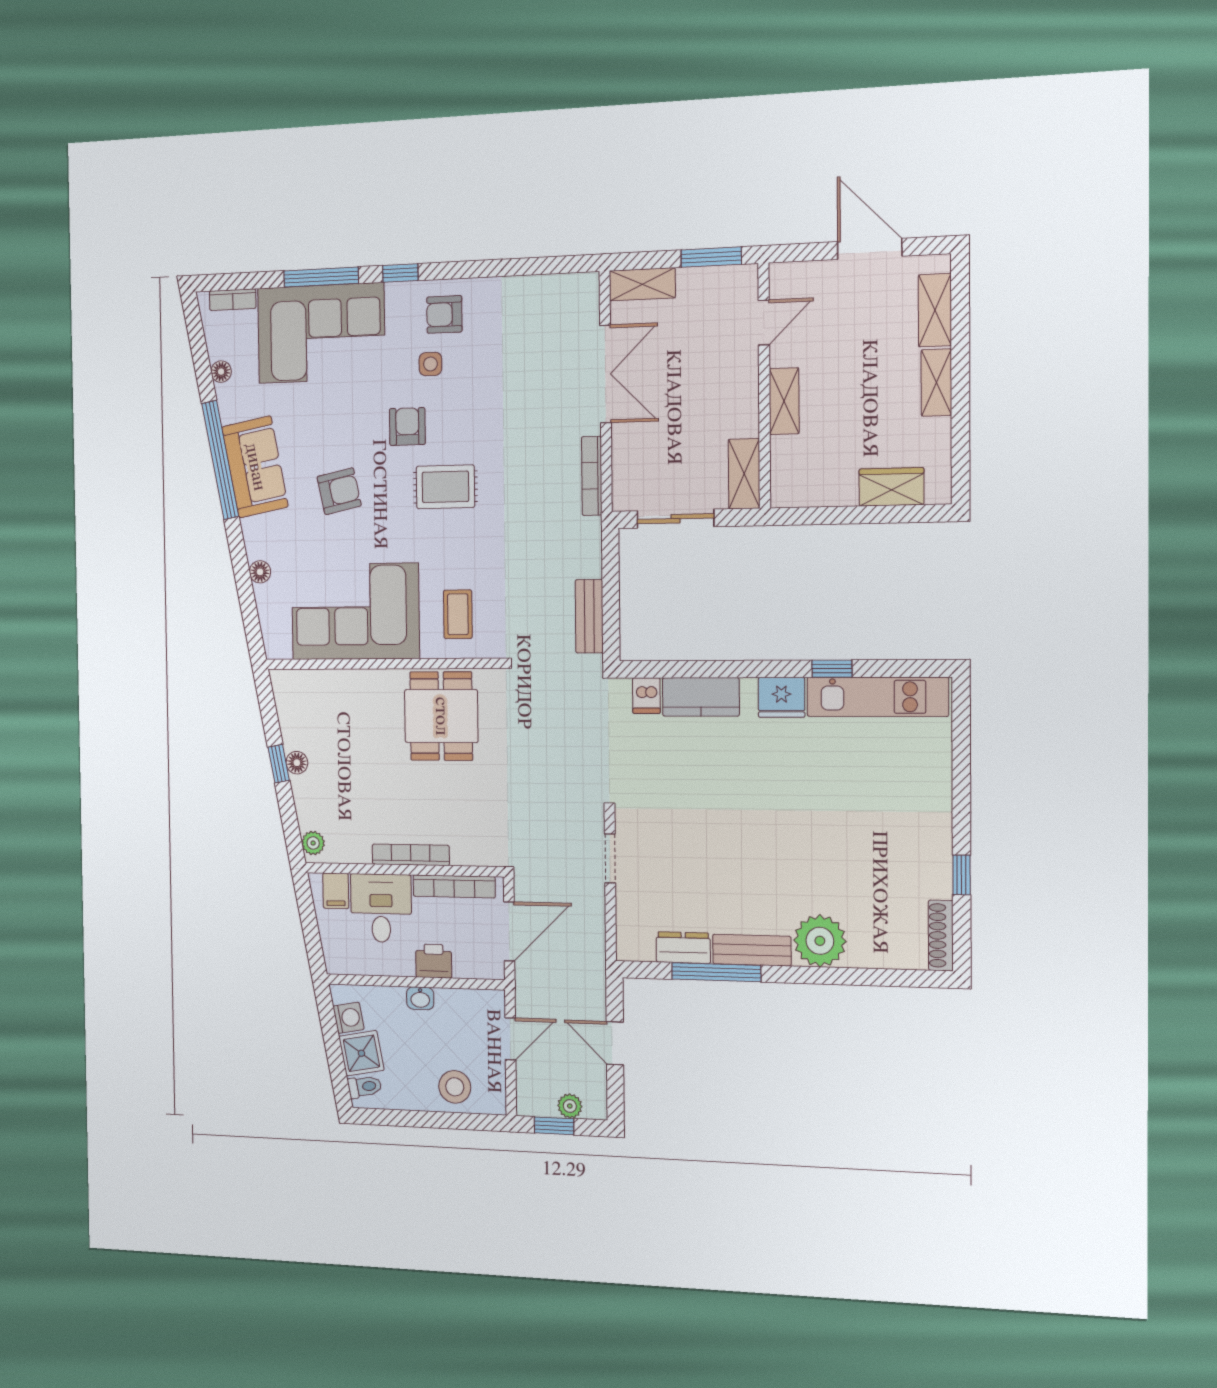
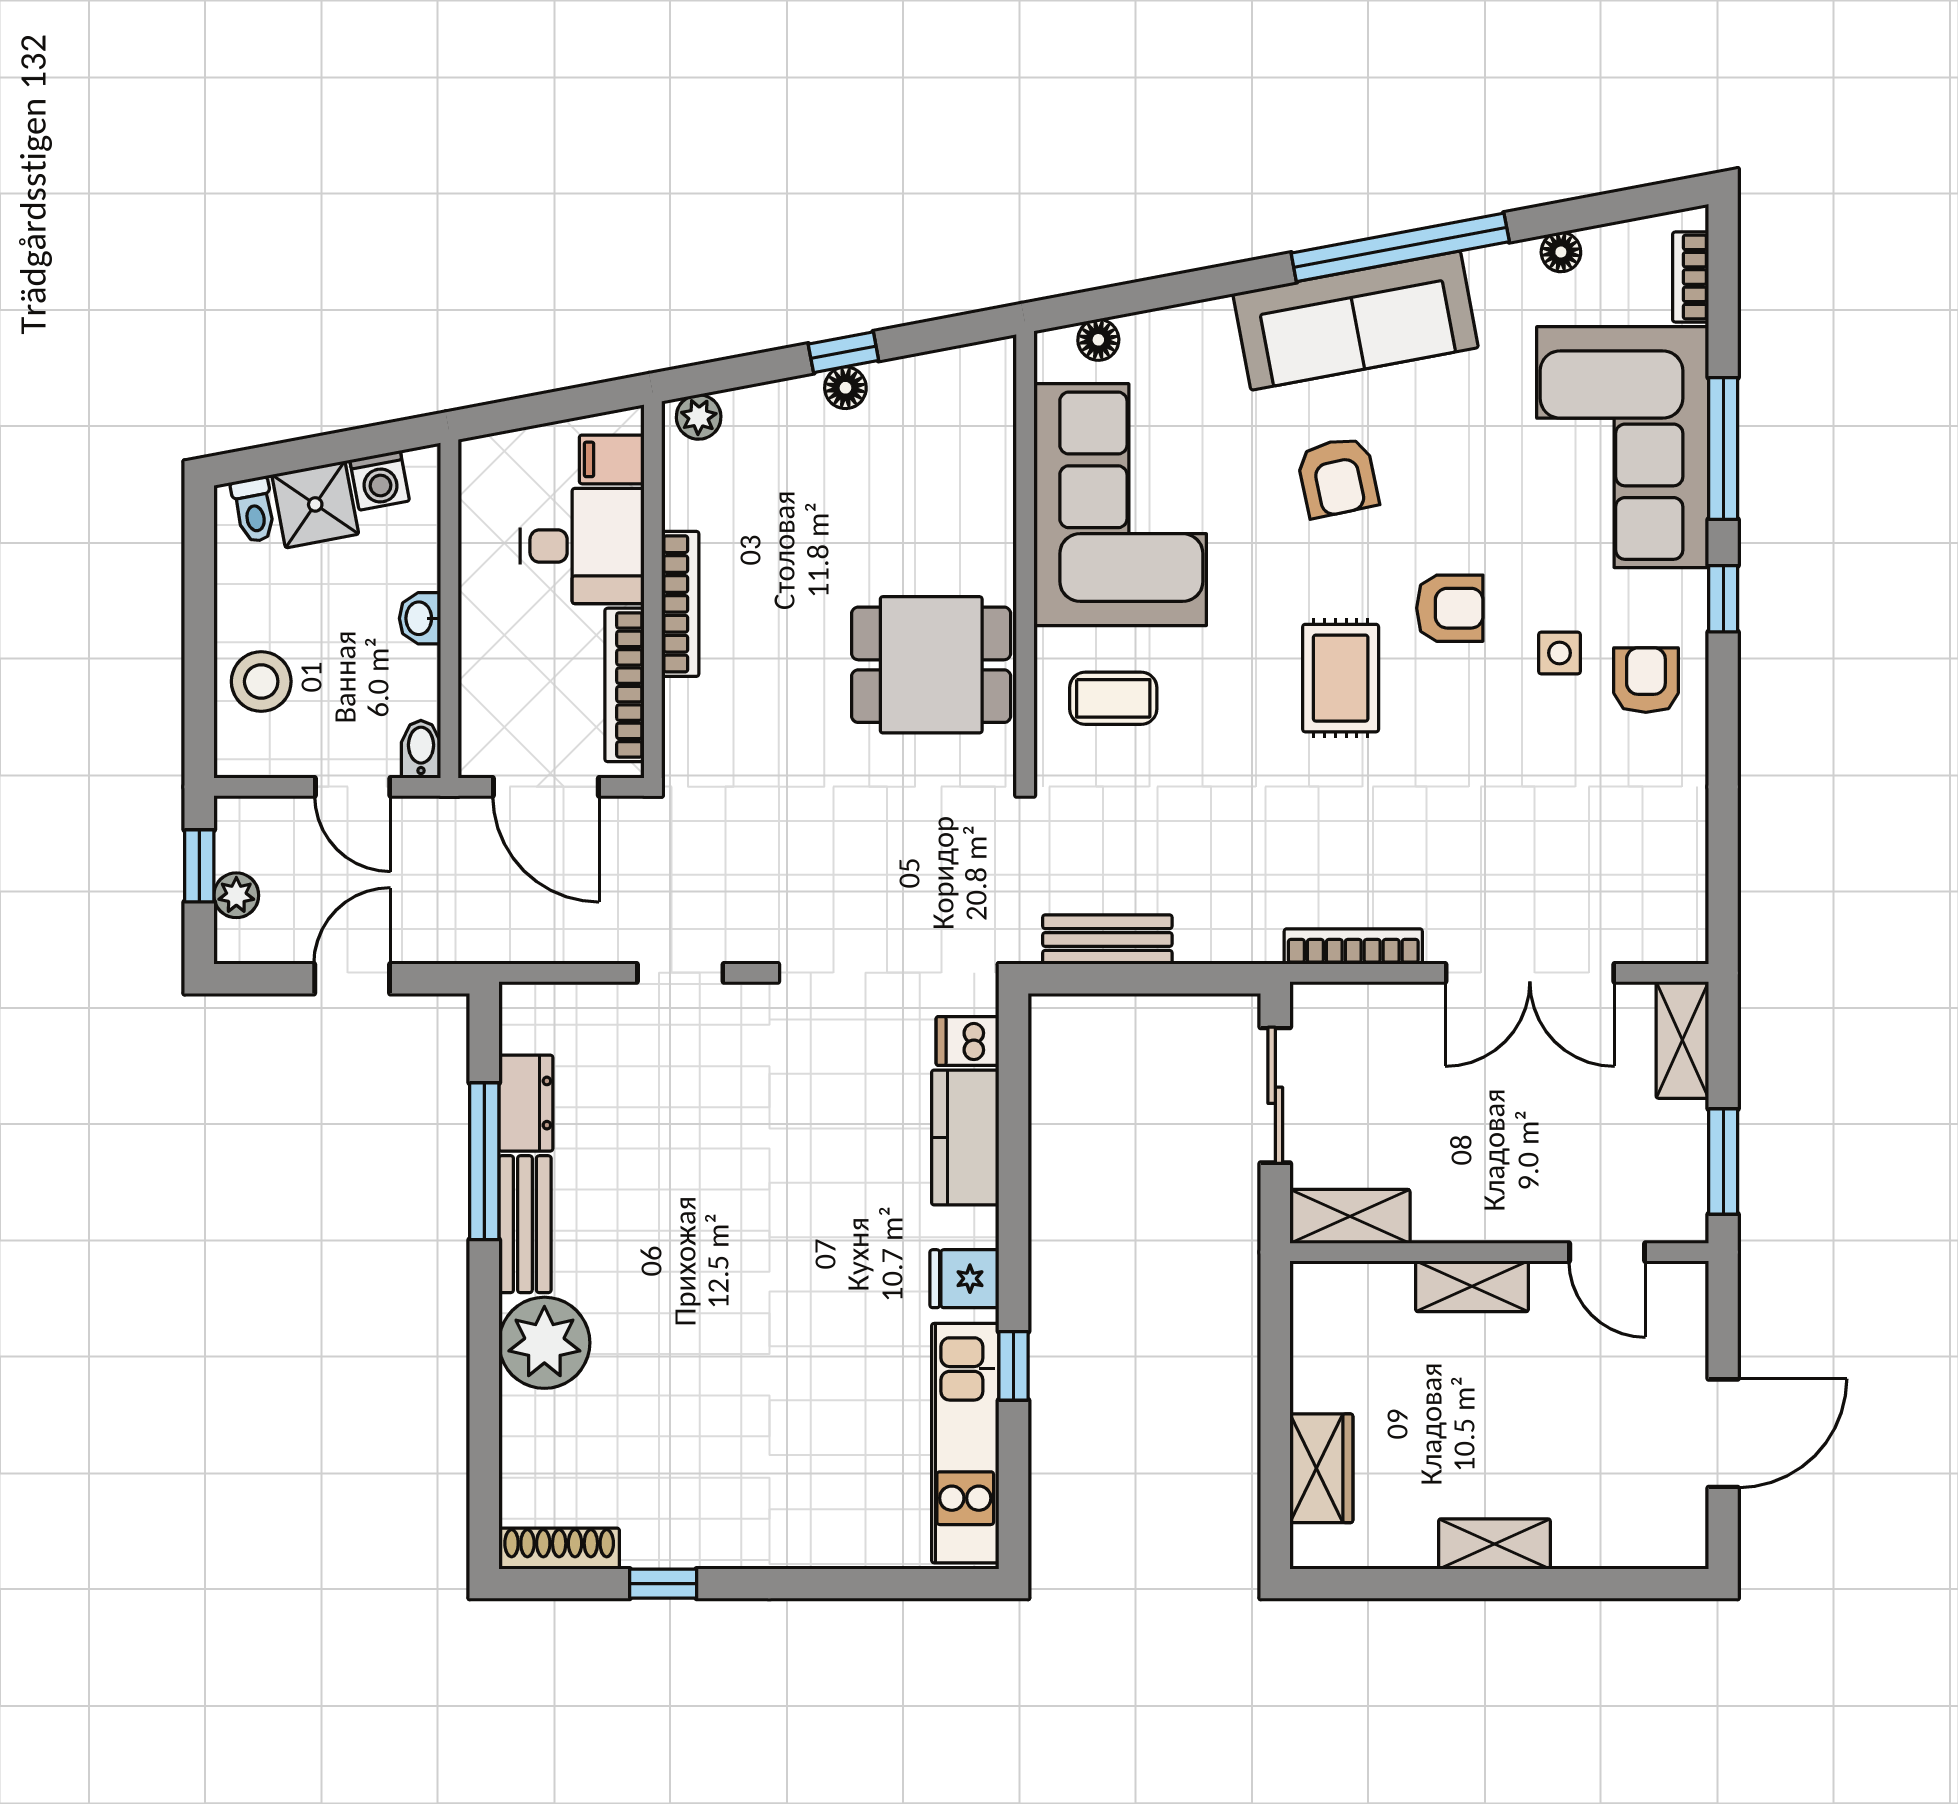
shelving: (935, 310) -> (1615, 1542), removed
sofa: (255, 467) -> (1356, 321), width x1.36
floor lamp: (260, 572) -> (1098, 340), moved
fridge: (781, 697) -> (964, 1279), width x0.72
printer: (434, 961) -> (489, 645), removed
bidet: (490, 1000) -> (421, 749), added

